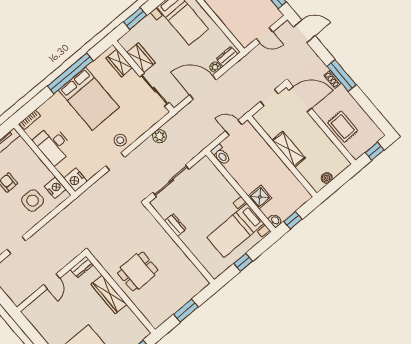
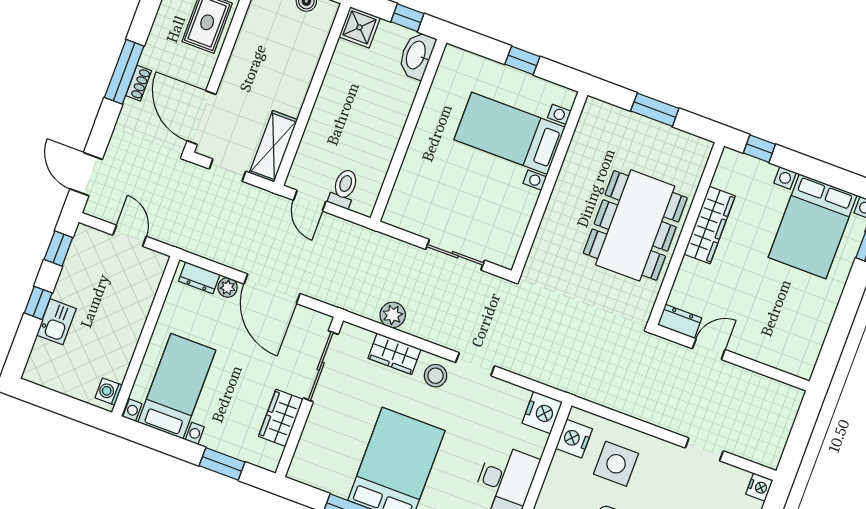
wardrobe: (119, 63) -> (394, 354), moved, turned 90
shelving: (289, 149) -> (273, 146), moved
toilet: (221, 155) -> (344, 188), moved
sliding door: (171, 181) -> (455, 255), width x0.73
shower: (260, 197) -> (359, 27), moved
washbasin: (275, 221) -> (417, 55), width x1.91, depth x1.45
dresser: (175, 225) -> (524, 207), removed
bed with nightstands: (235, 230) -> (510, 133), moved, turned 180
dining table: (138, 271) -> (635, 225), width x1.88, depth x1.24
door: (52, 281) -> (709, 349), moved
wardrobe: (109, 294) -> (710, 225), moved

